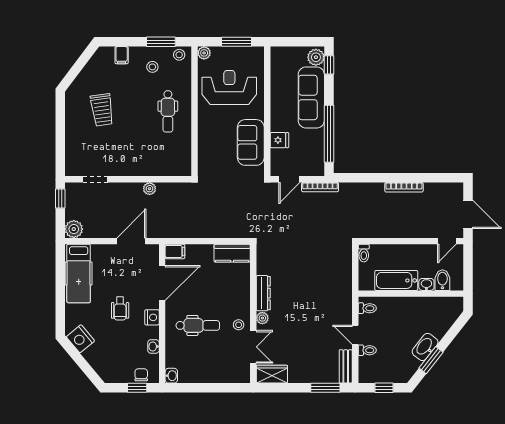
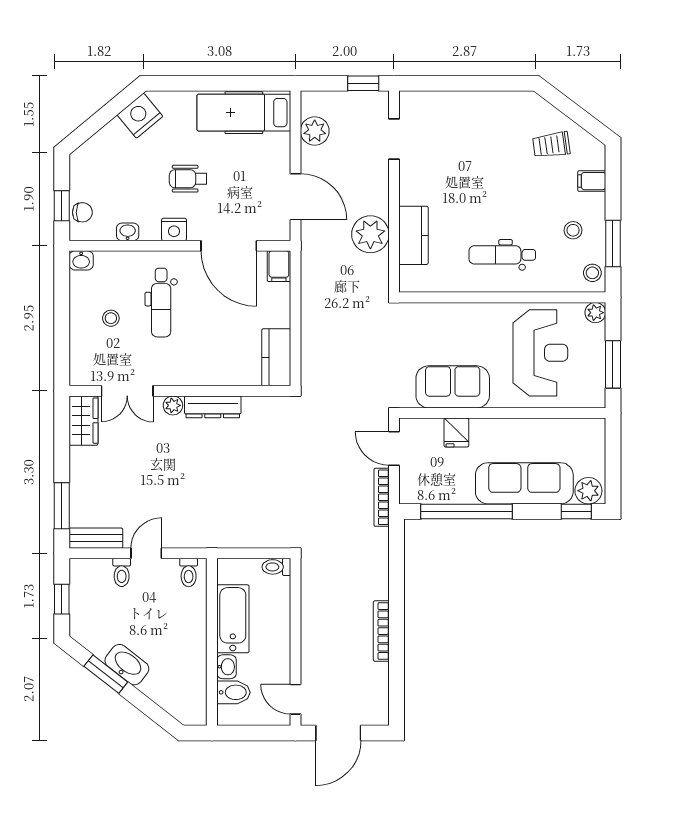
trolley: (102, 110) -> (551, 145), moved, width x0.73, depth x0.72
kitchen counter: (156, 167) -> (413, 235), added
plant: (150, 189) -> (370, 234), width x1.88, depth x1.88
plant: (74, 229) -> (315, 131), moved
stool: (239, 325) -> (111, 318), moved

